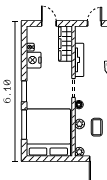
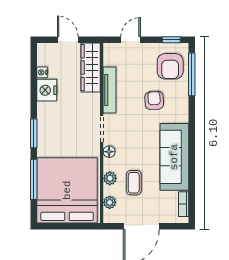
plant: (79, 152) -> (110, 202), moved

